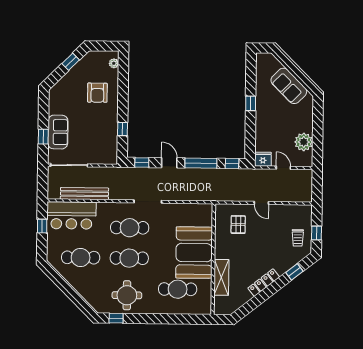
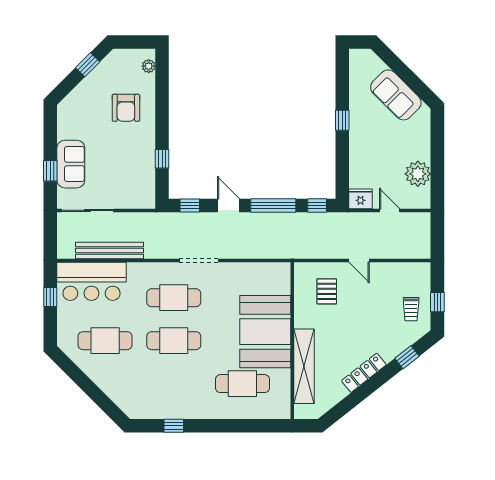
shelving: (221, 277) -> (304, 366), width x1.47
round table: (127, 295) -> (171, 393), removed
window: (116, 318) -> (174, 426), moved

